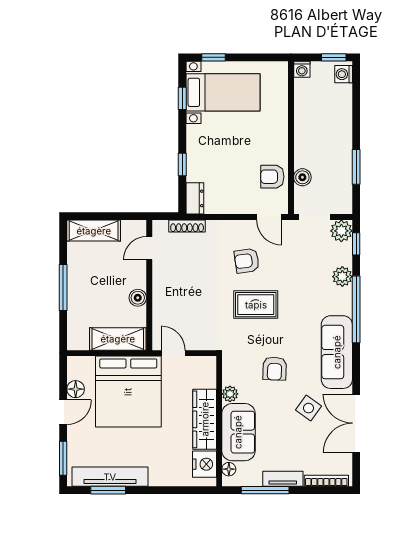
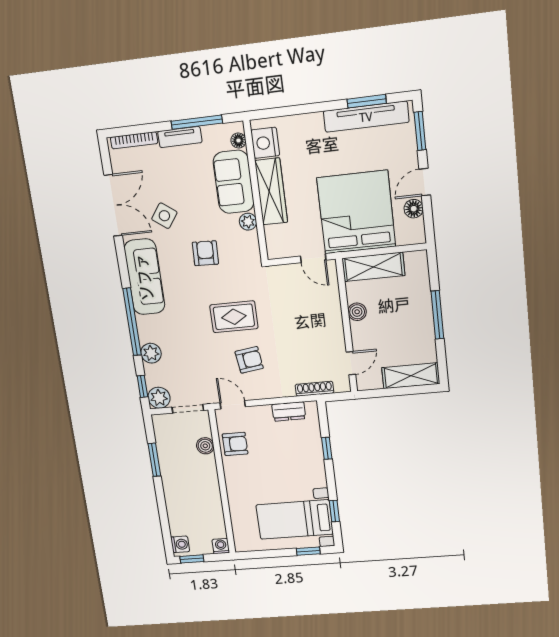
dresser: (195, 198) -> (289, 411), moved, turned -90

